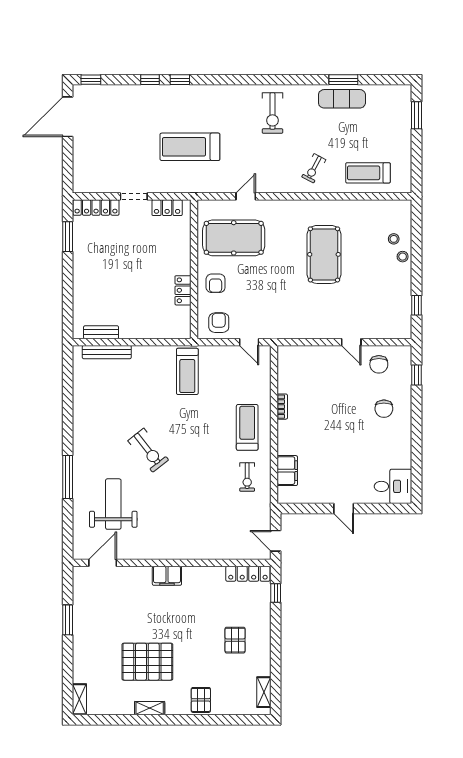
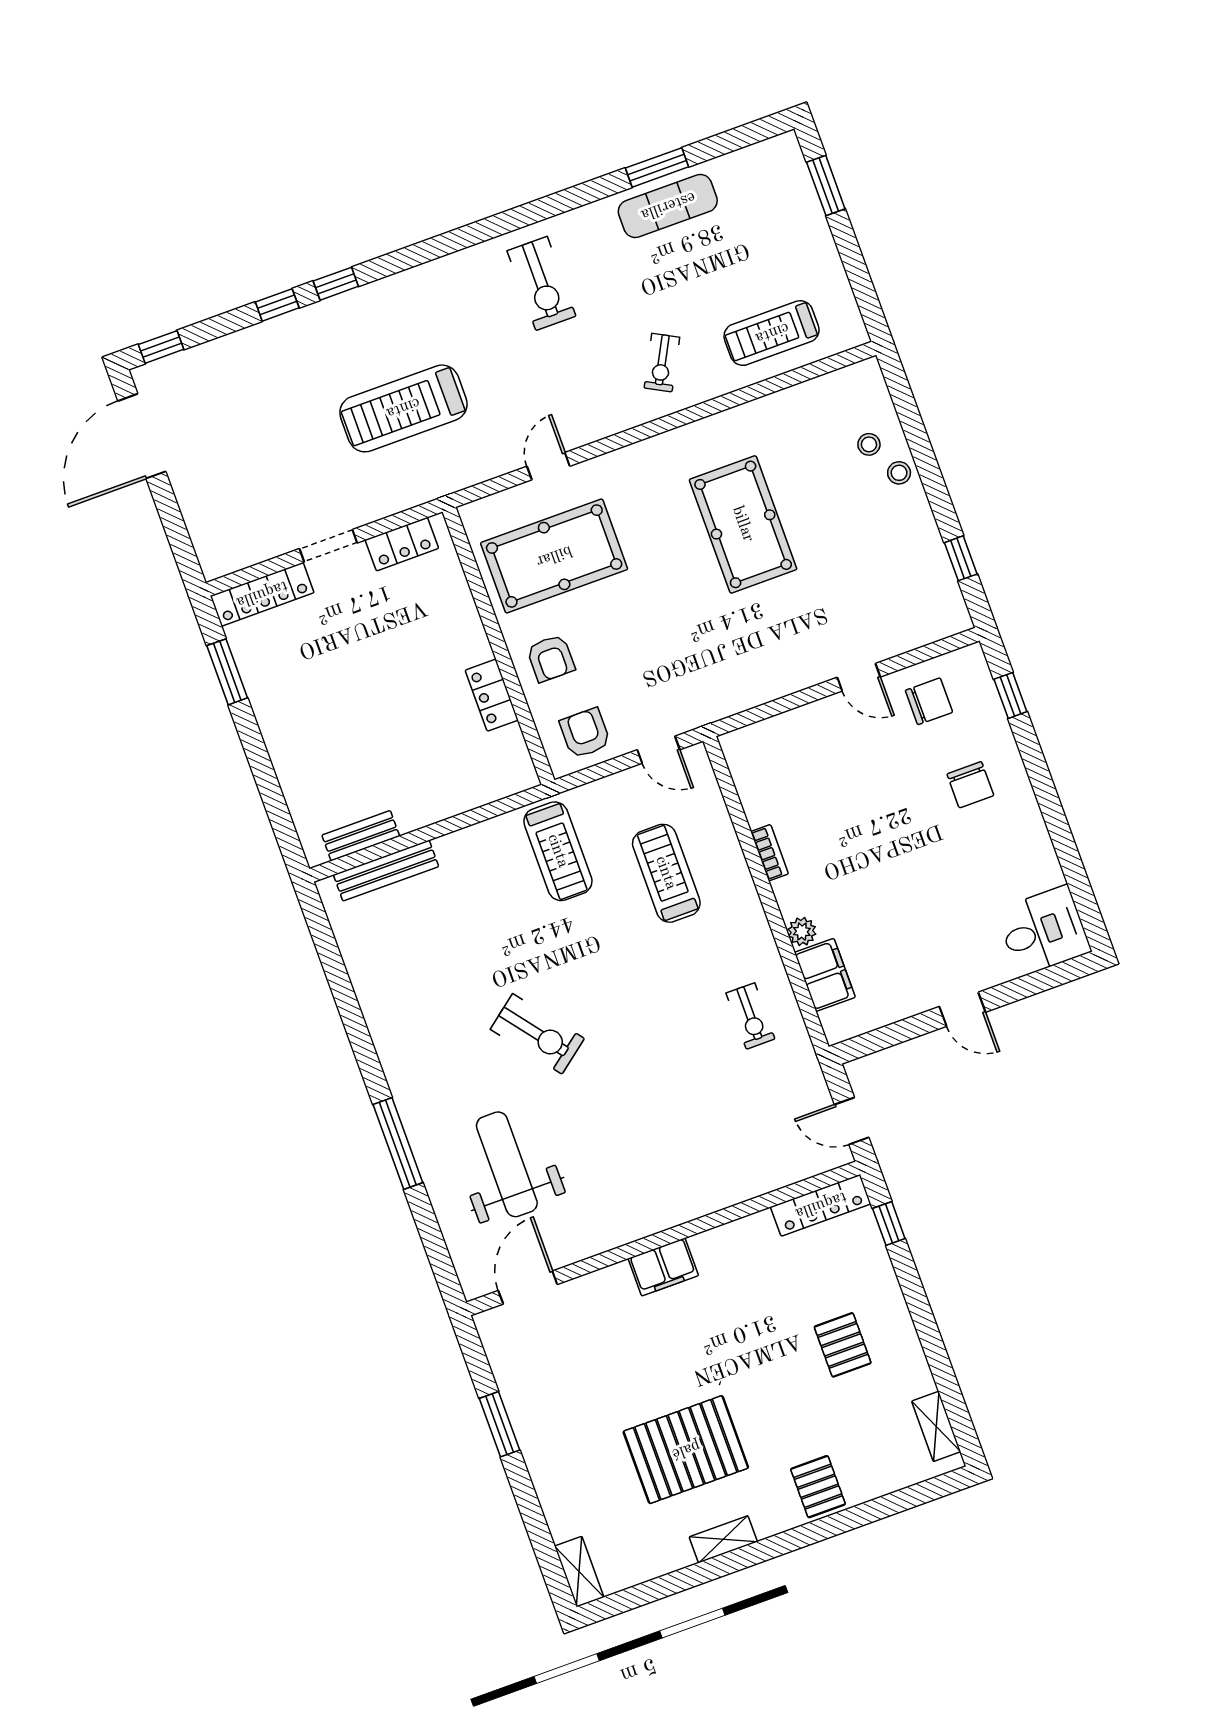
chair: (379, 364) -> (929, 701), turned -90
treadmill: (247, 427) -> (666, 873), moved
plant: (284, 447) -> (802, 932), added

